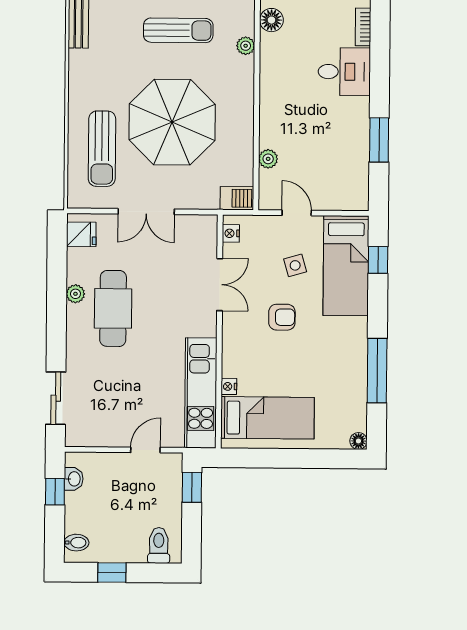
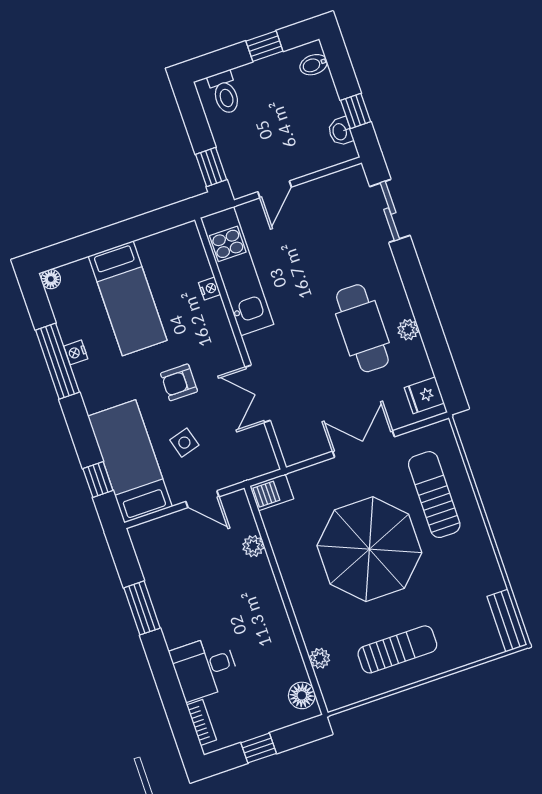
sun lounger: (178, 30) -> (397, 649), turned 180
nightstand: (231, 233) -> (76, 352), moved, turned 180
bed: (267, 418) -> (128, 298), moved, turned -90

